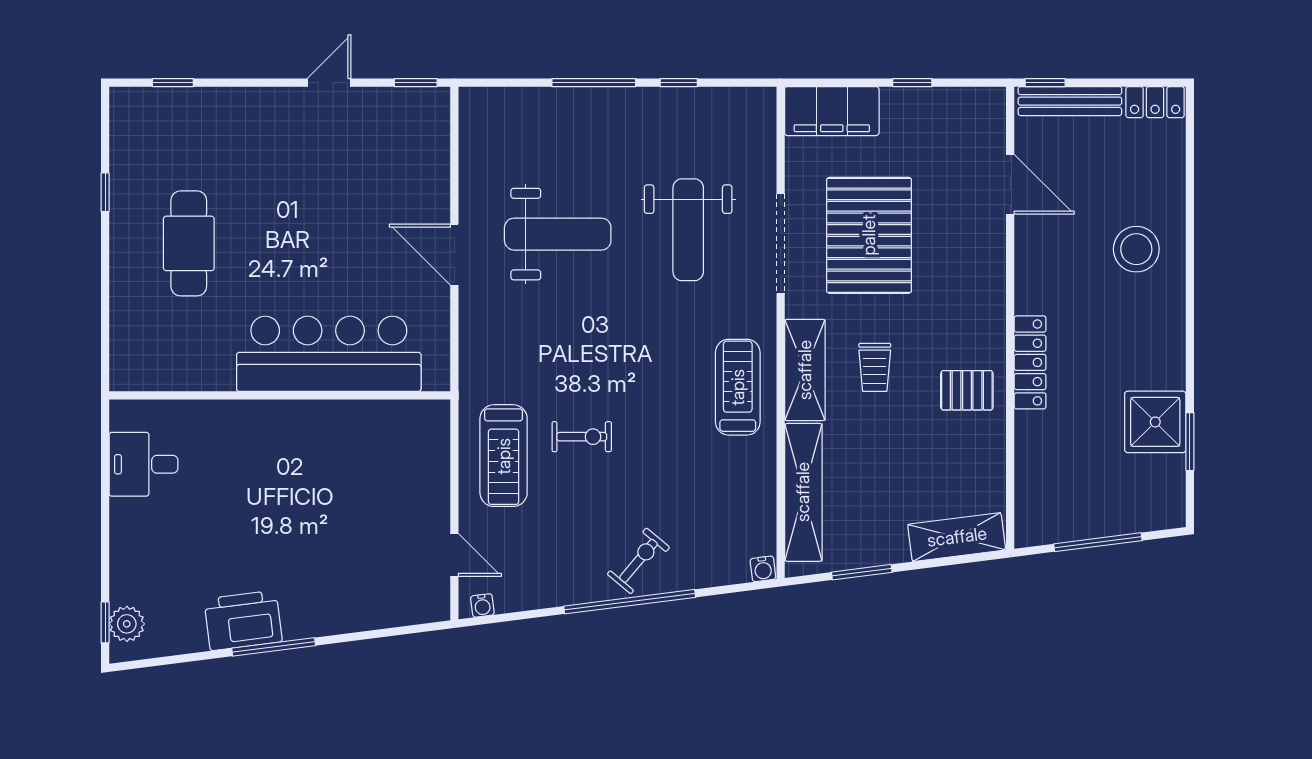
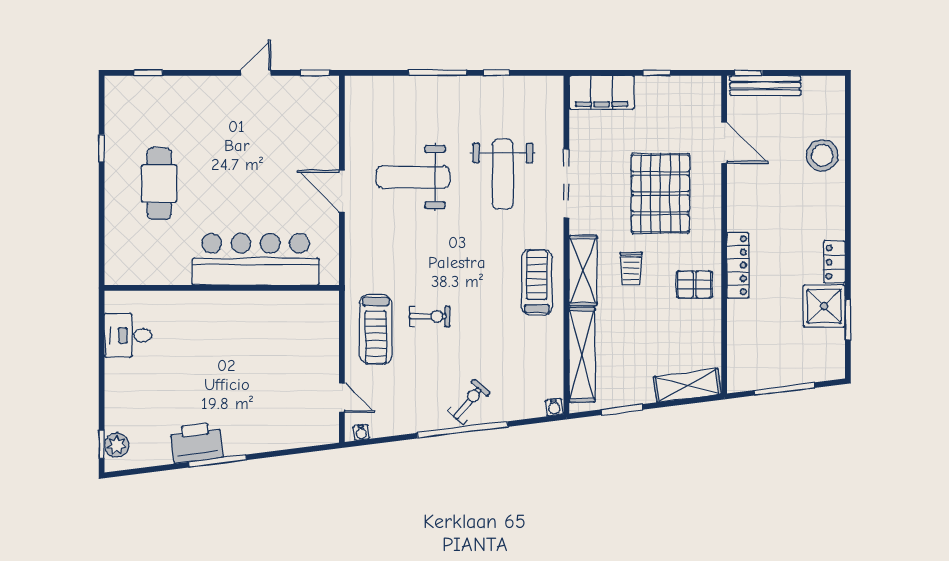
locker: (1155, 102) -> (834, 262), moved, turned 90
weight bench: (558, 234) -> (413, 177), turned 180
pallet: (869, 235) -> (660, 193), moved
stool: (1136, 249) -> (822, 155), moved

